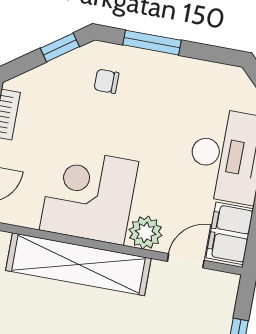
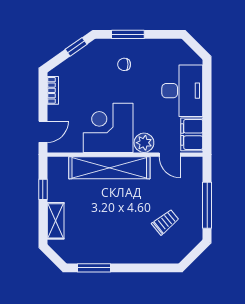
chair: (106, 81) -> (124, 64), moved
door: (186, 261) -> (170, 155), swing flipped

